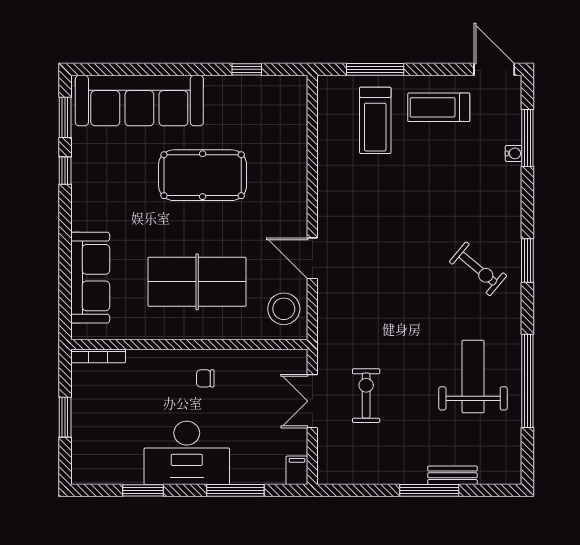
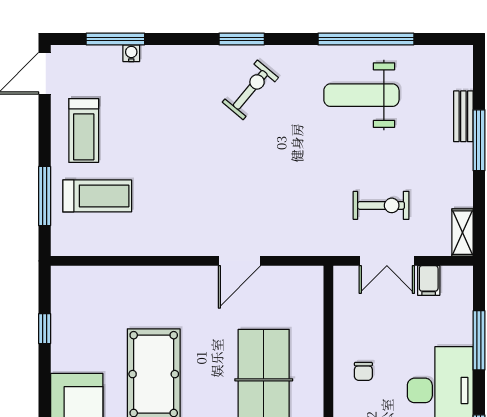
stool: (284, 309) -> (292, 290), removed
exercise bike: (366, 396) -> (381, 205), turned 180
filing cabinet: (297, 470) -> (429, 280), moved, turned -90
shelving: (340, 474) -> (462, 233), added

